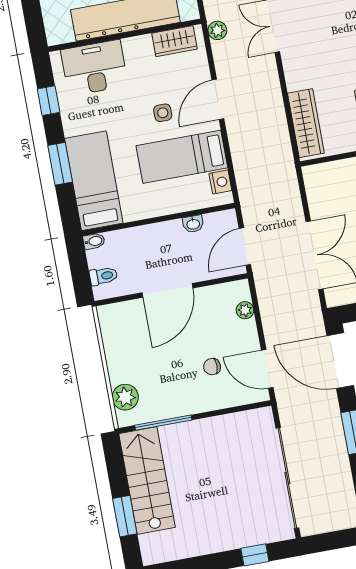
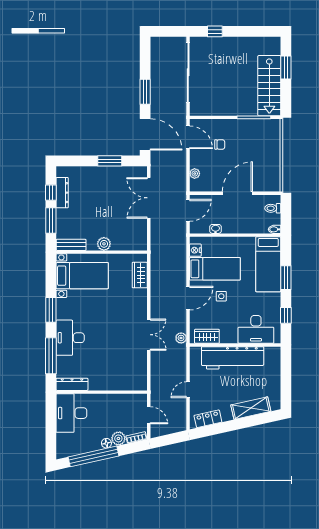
wardrobe: (306, 123) -> (140, 275), width x0.67
plant: (125, 397) -> (273, 136), removed

